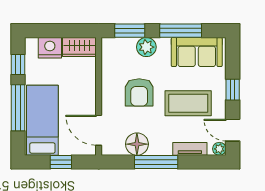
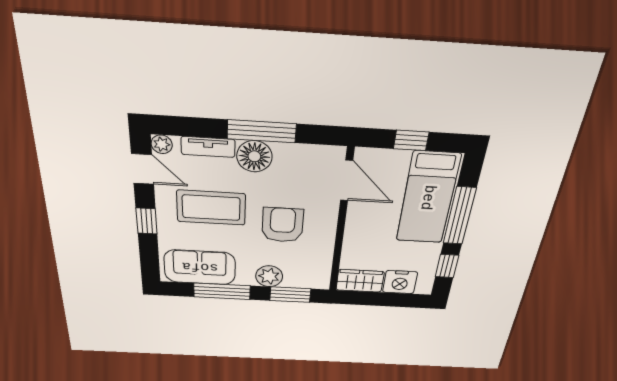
floor lamp: (137, 144) -> (254, 156), moved

